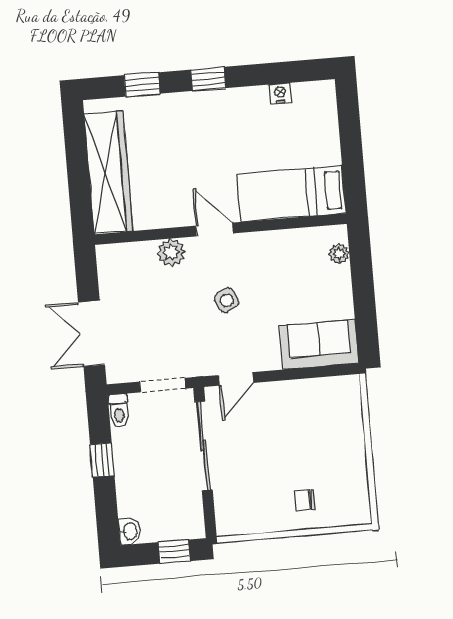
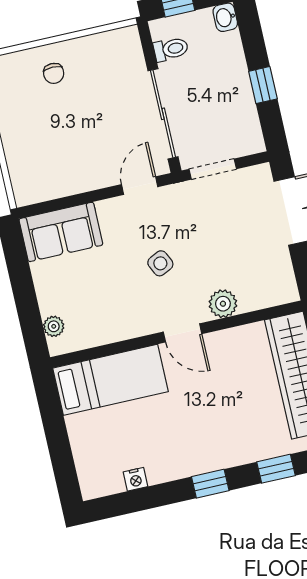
toilet: (119, 411) -> (171, 49), moved, turned 90
chair: (305, 500) -> (54, 73), turned 90

